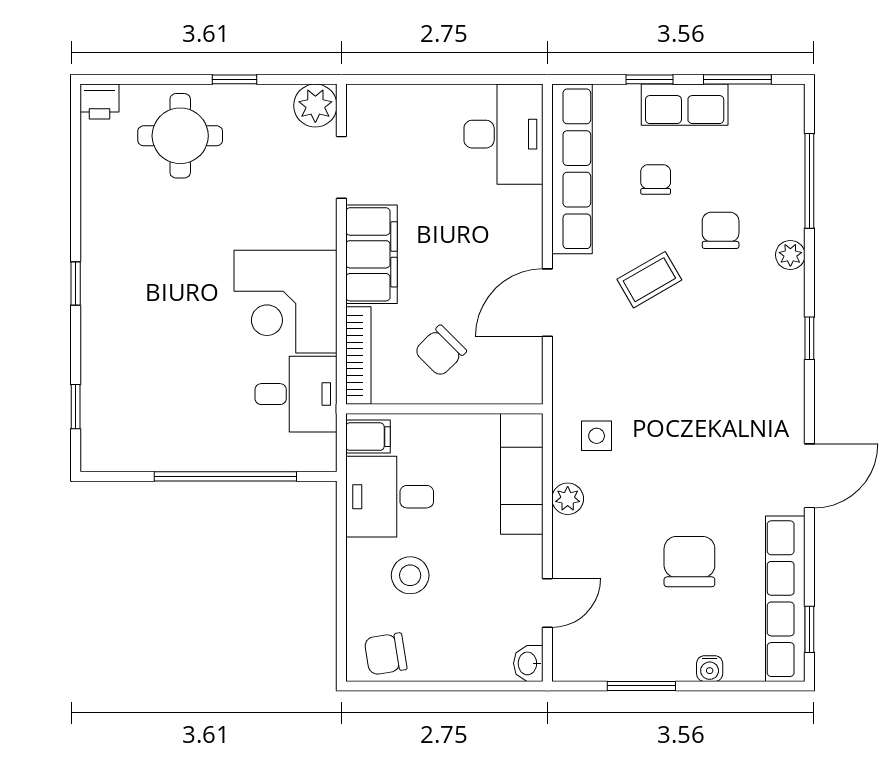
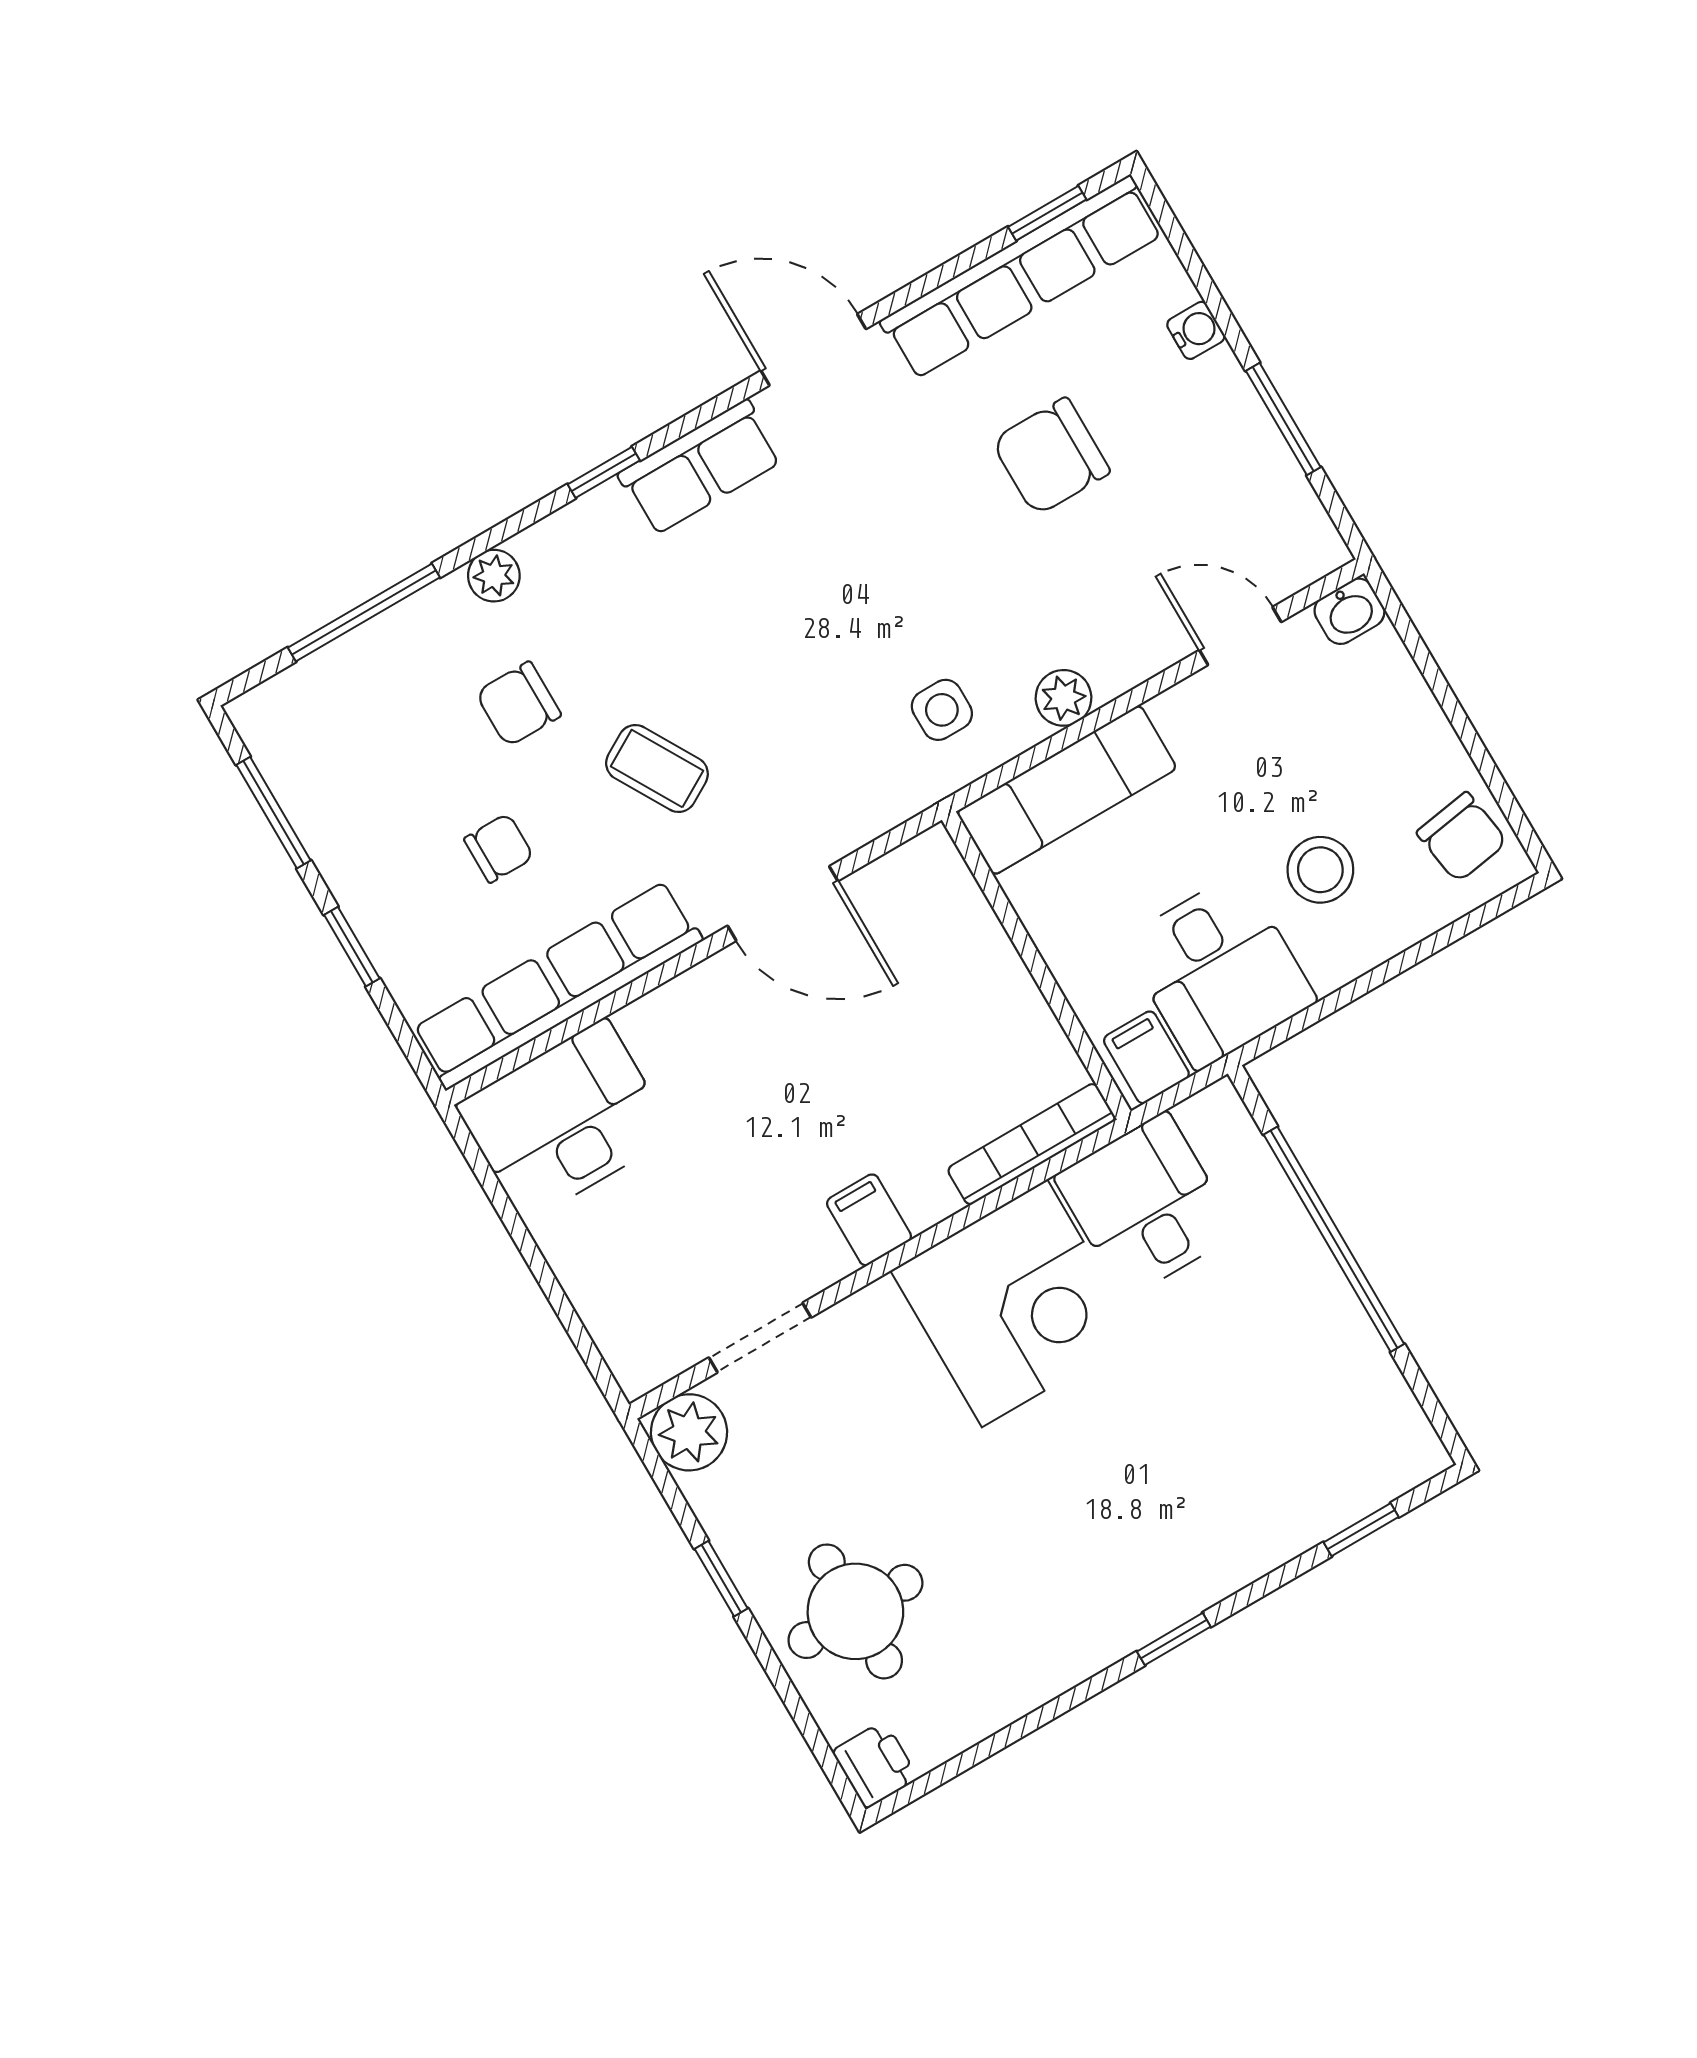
row of seats: (685, 105) -> (700, 467), moved, turned 90
chair: (656, 180) -> (499, 848), turned 180
filing cabinet: (372, 254) -> (869, 1220), width x0.33, depth x0.86
chair: (440, 351) -> (952, 1023), removed

